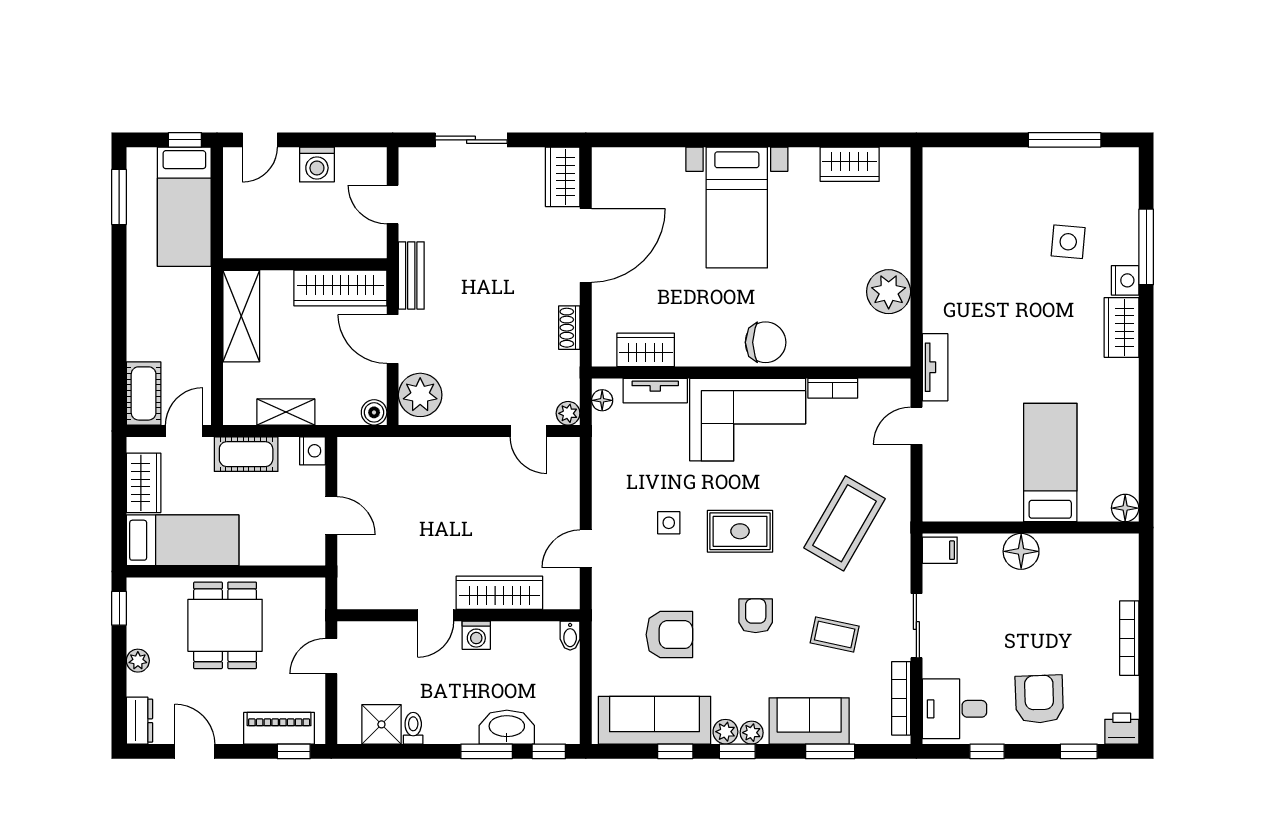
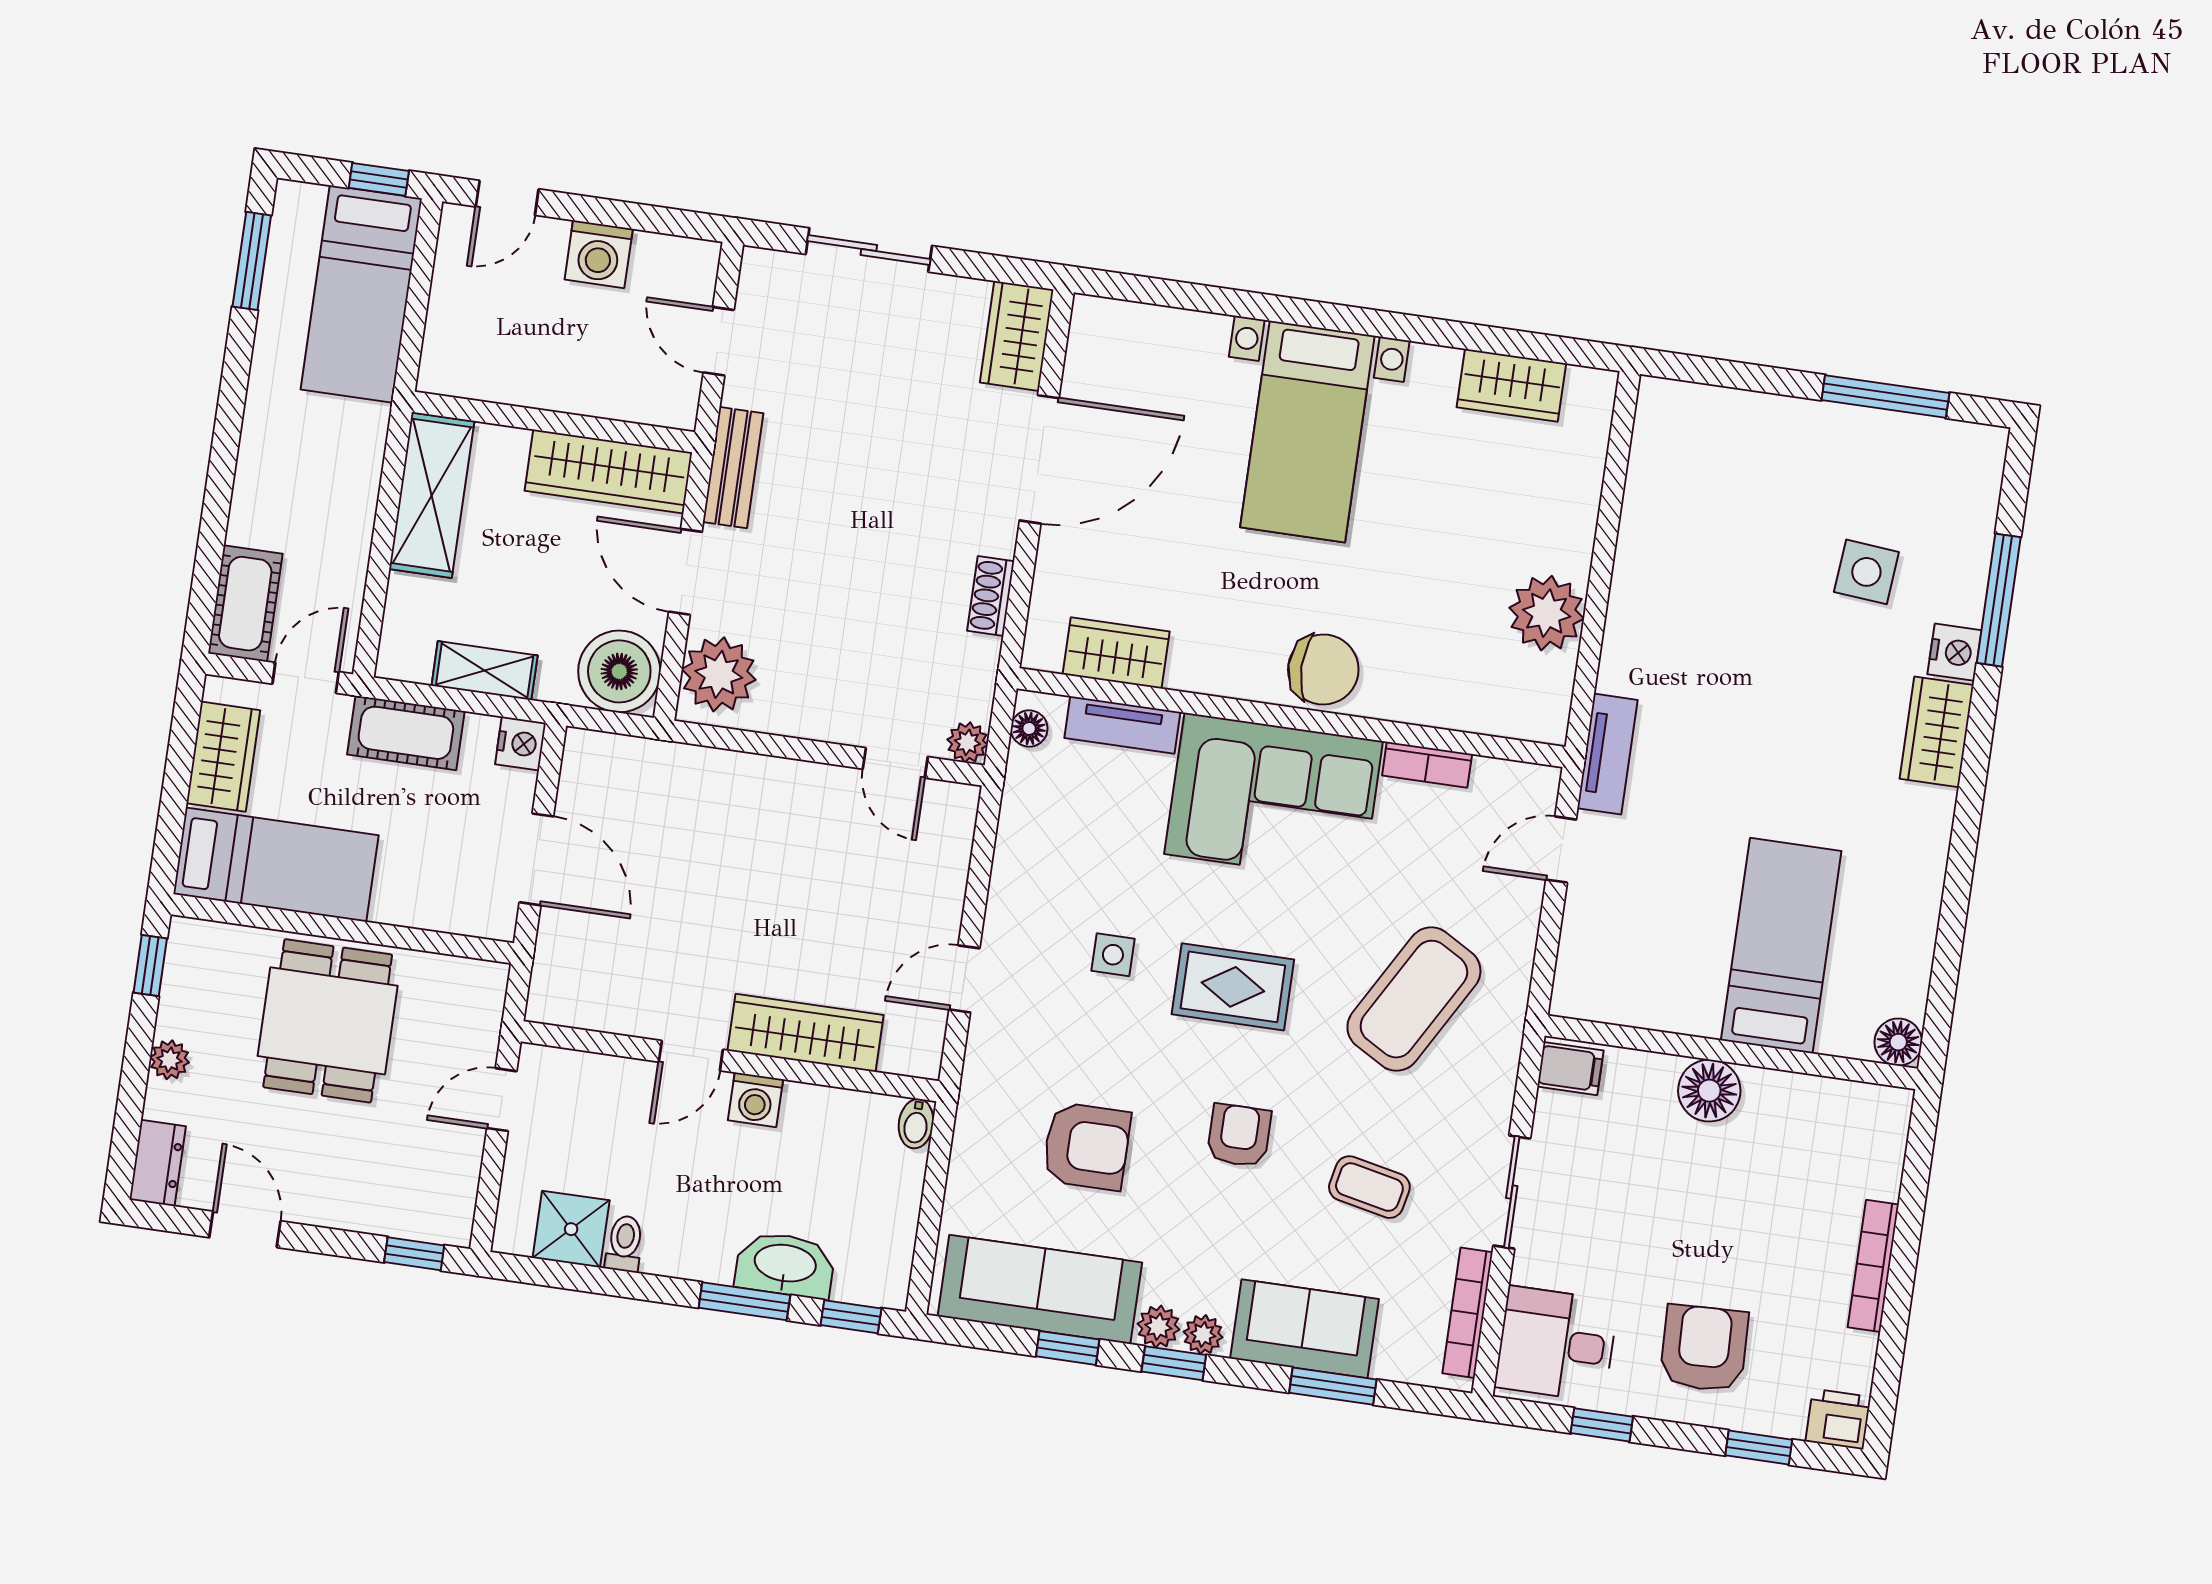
boiler: (374, 412) -> (619, 671), width x1.86, depth x1.86
door: (331, 516) -> (536, 859), width x1.38
piano: (279, 728) -> (395, 1211), removed

